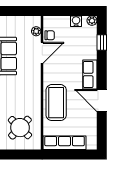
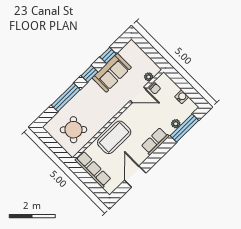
plant: (92, 21) -> (176, 124), moved
window: (102, 42) -> (184, 128), width x2.17
door: (102, 101) -> (135, 177), moved

